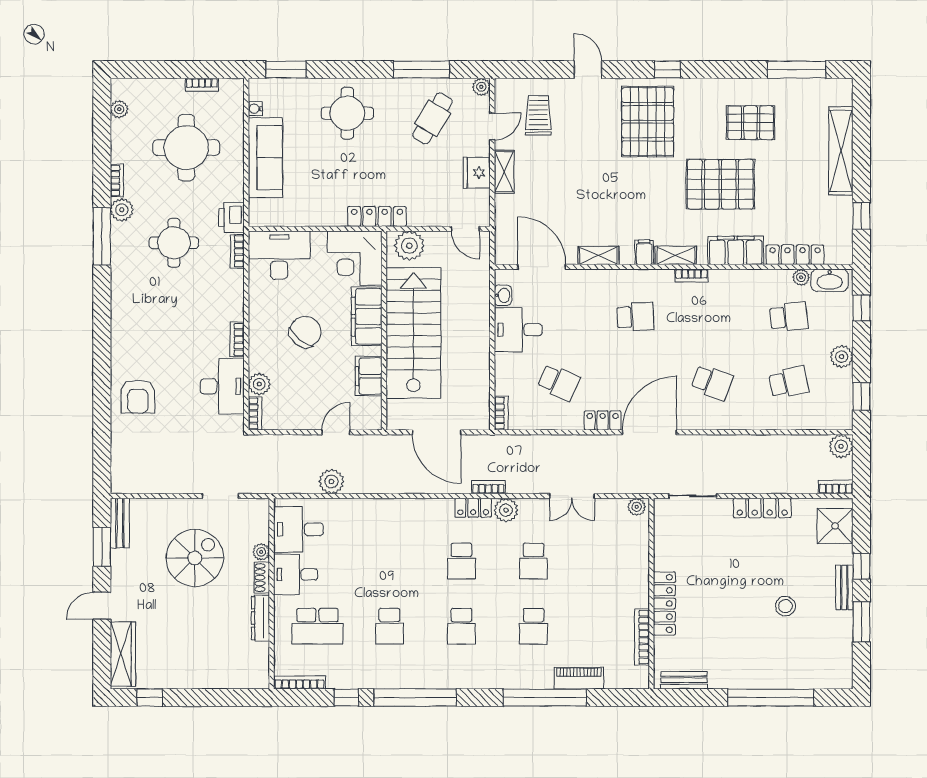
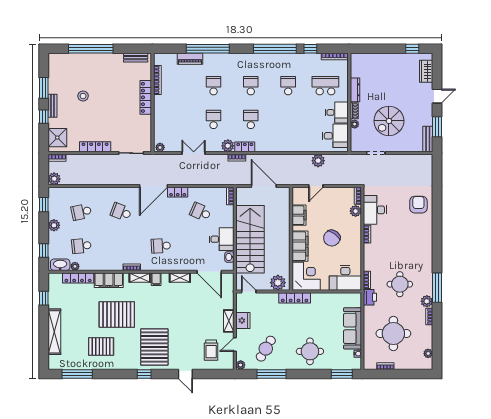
stairs: (413, 333) -> (250, 239), moved, turned 180
wardrobe: (123, 654) -> (426, 71), width x0.67

